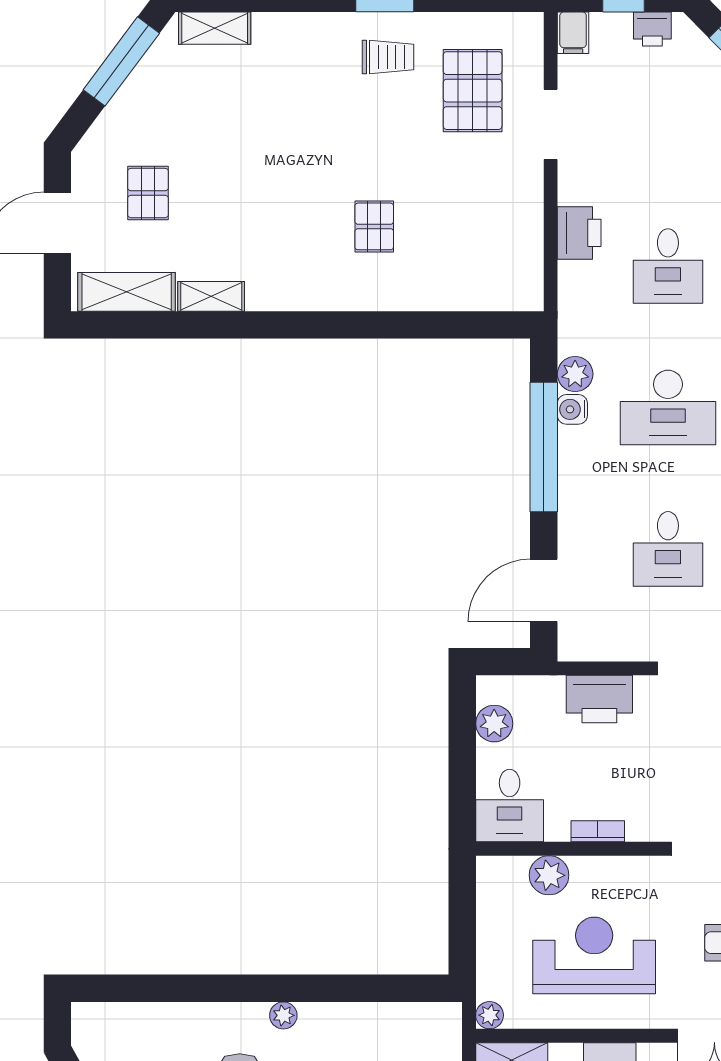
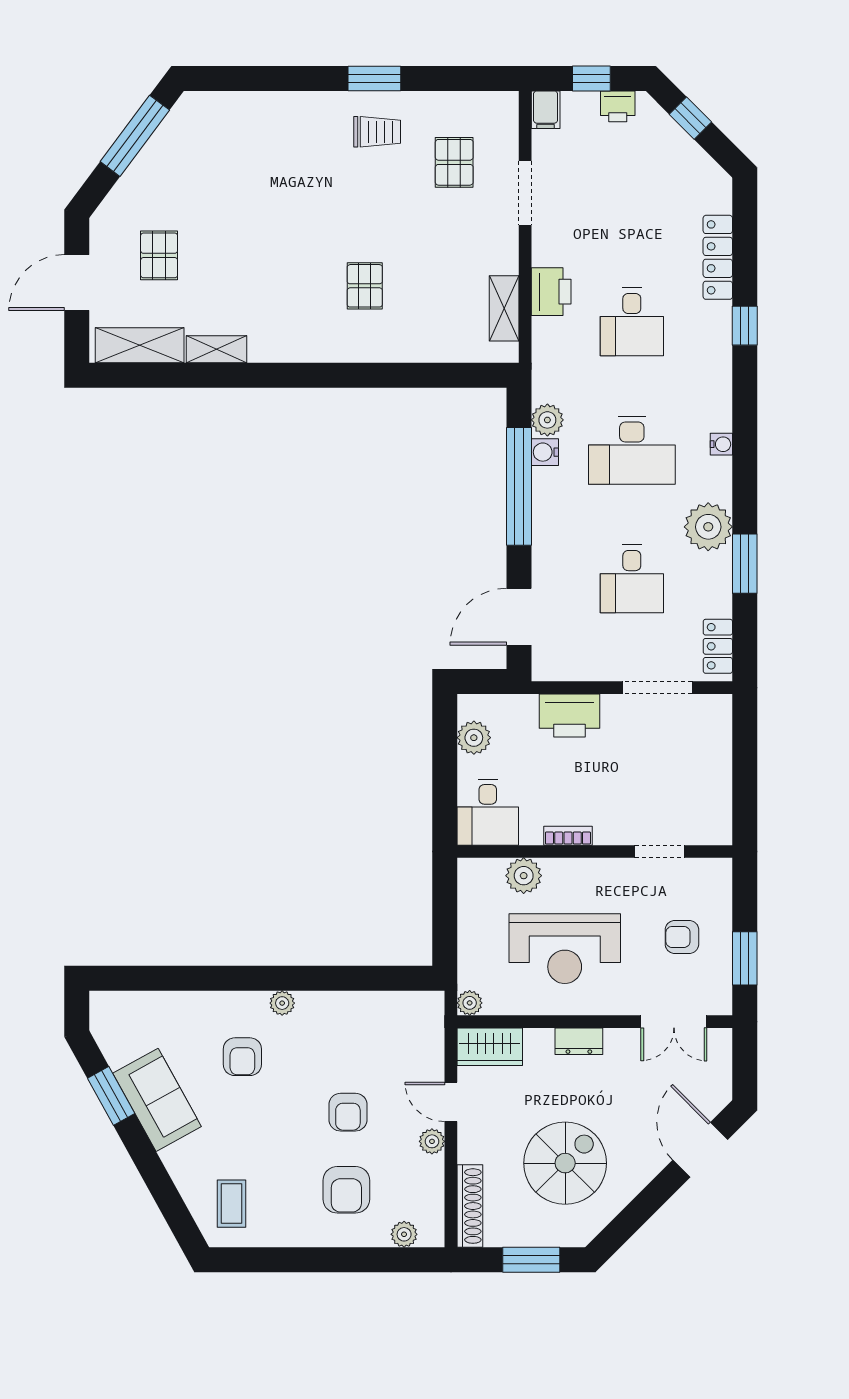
shelving: (215, 28) -> (504, 308), moved, turned 90
pallet: (473, 91) -> (454, 162), width x0.67, depth x0.71
reception desk: (594, 956) -> (565, 949), turned 180

